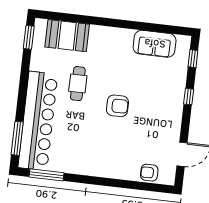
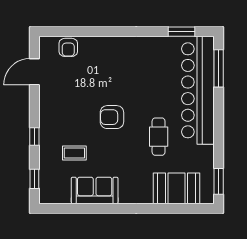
sofa: (155, 44) -> (95, 190), moved
coffee table: (155, 78) -> (74, 153), added
armchair: (149, 173) -> (68, 47), turned 90
window: (46, 175) -> (181, 32), width x0.69

